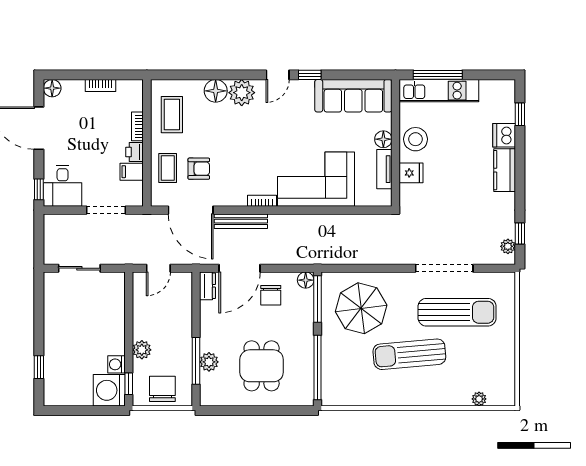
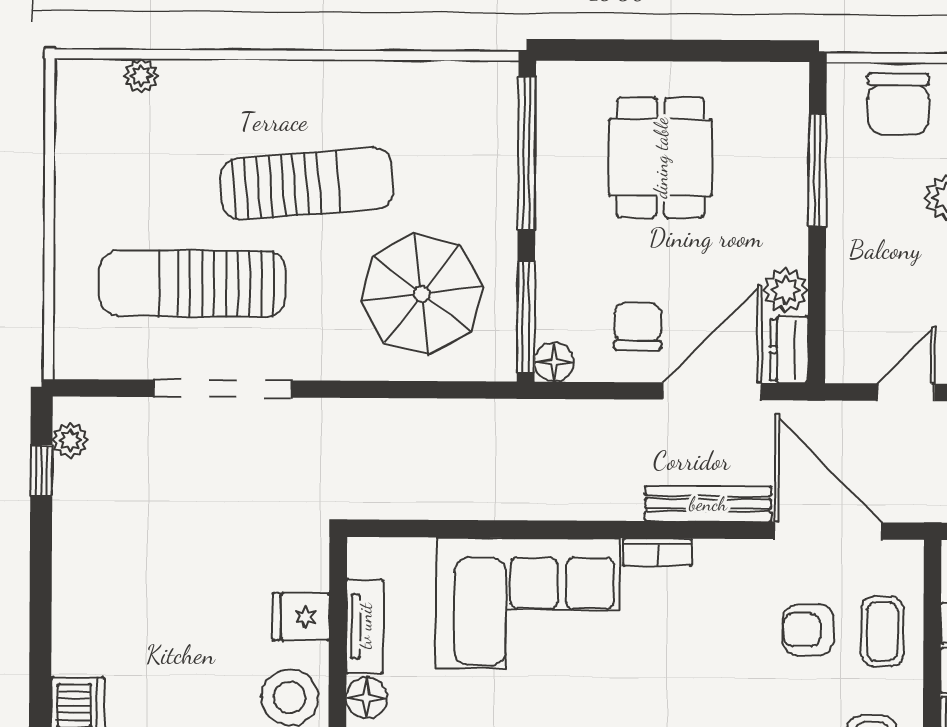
kitchen counter: (505, 170) -> (77, 622), removed
plant: (209, 362) -> (786, 290), moved

